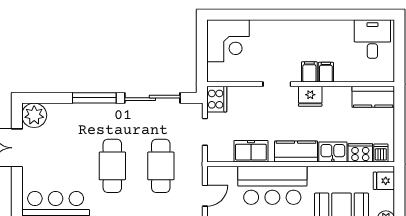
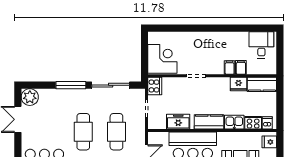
corner desk: (228, 41) -> (162, 59), moved, turned -90
filing cabinet: (309, 72) -> (241, 67), moved
fridge: (310, 96) -> (238, 84), moved

